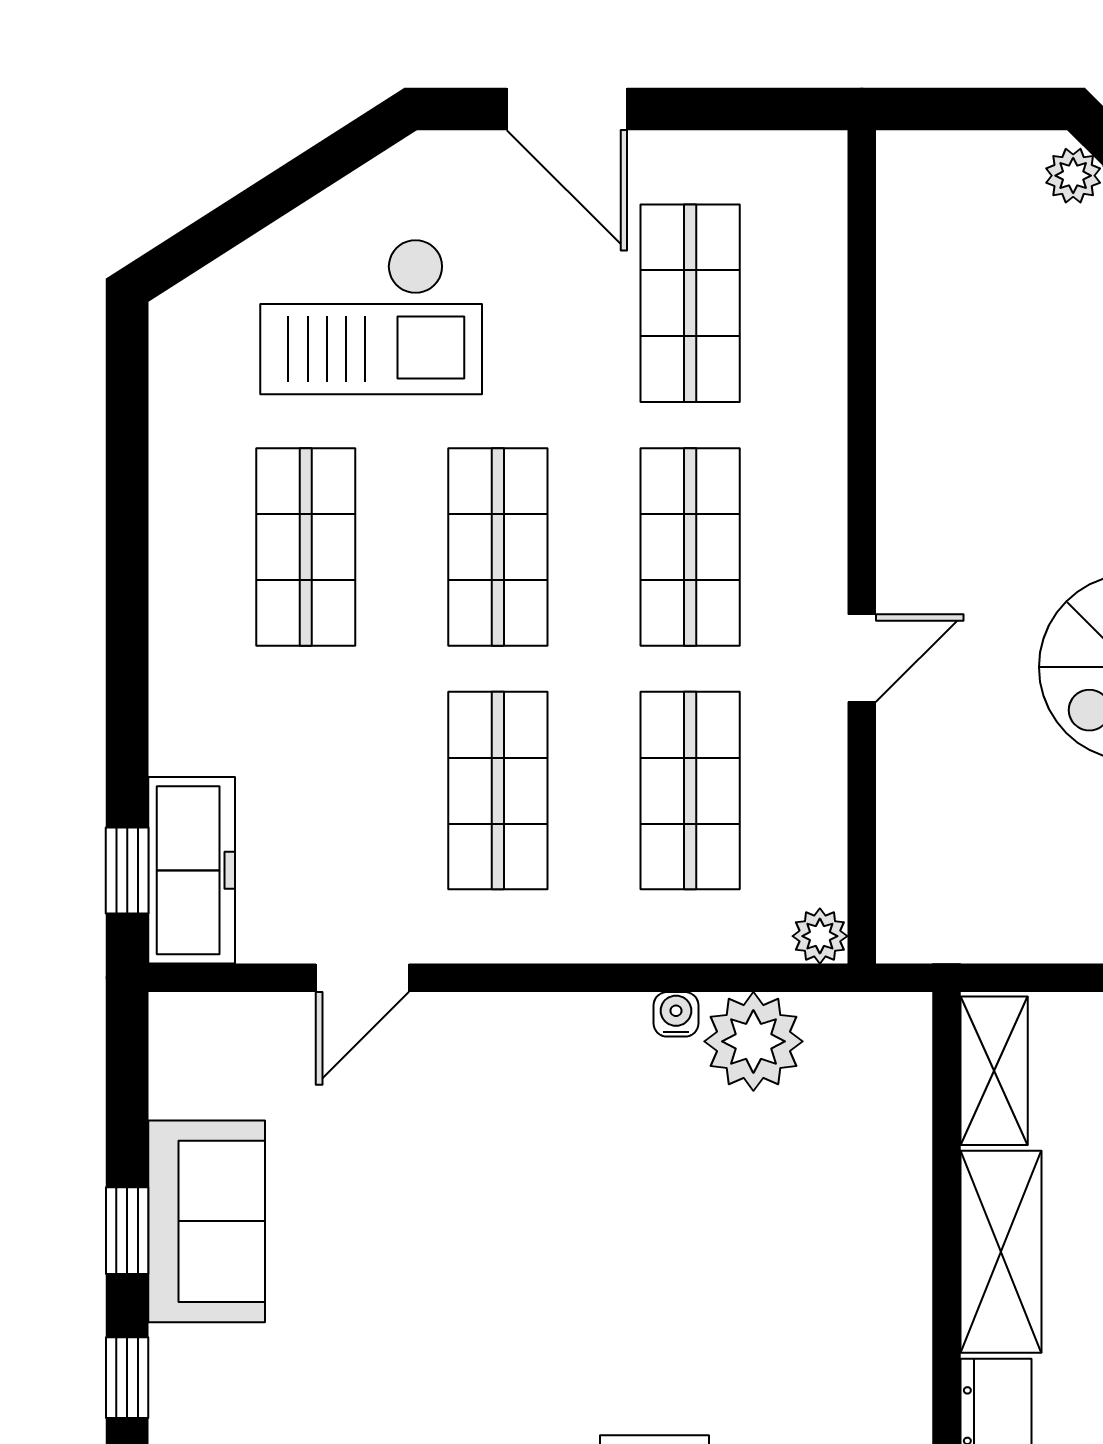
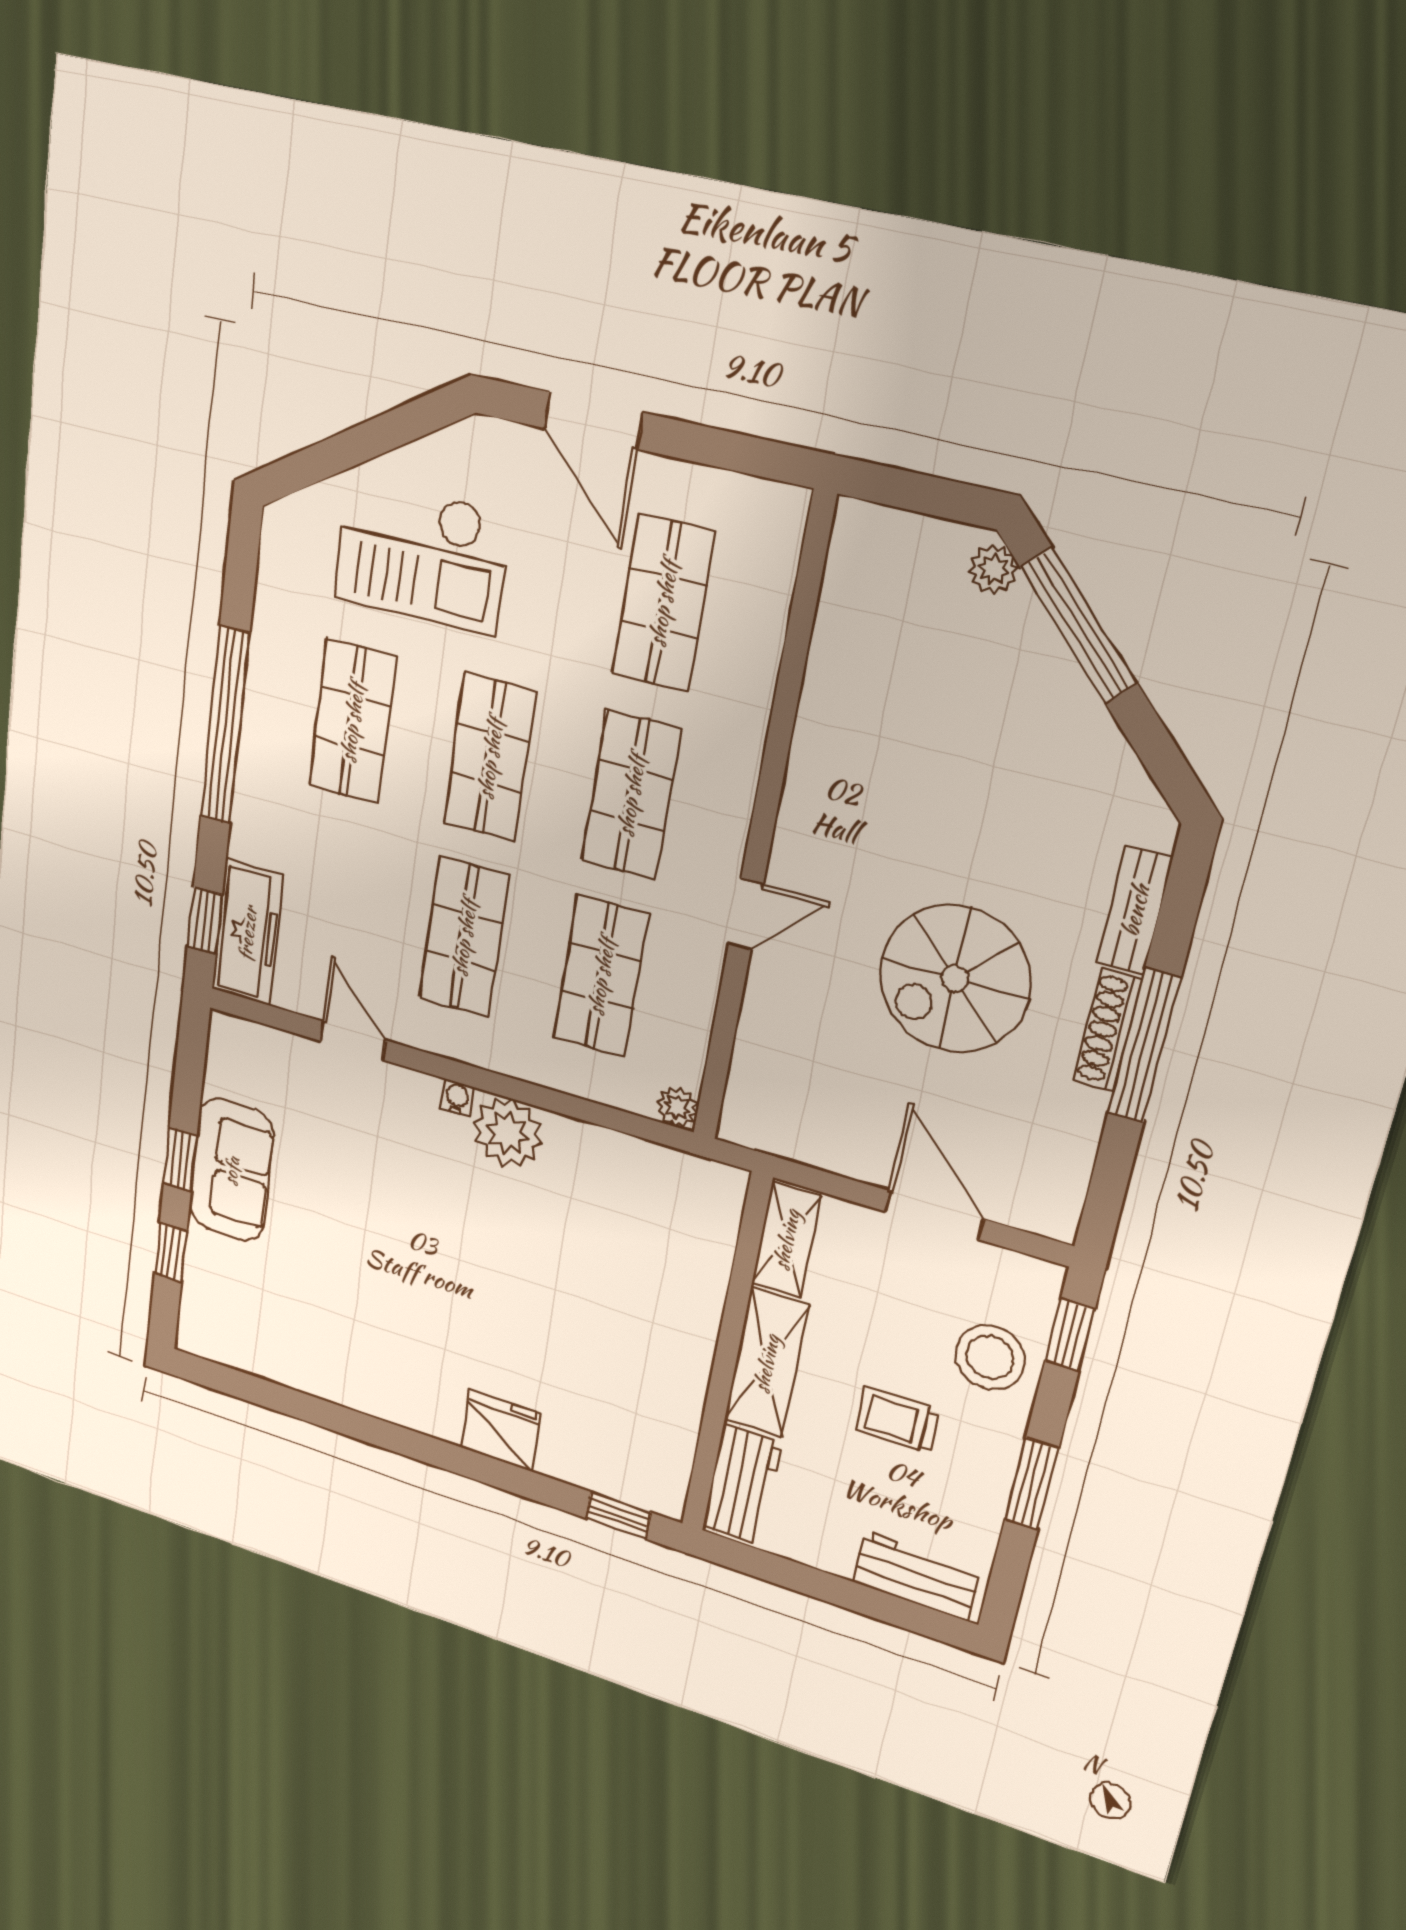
window: (127, 596) -> (225, 725), added
door: (362, 978) -> (353, 1041), swing flipped
water cooler: (676, 1014) -> (457, 1098), moved
plant: (753, 1041) -> (508, 1133), moved

